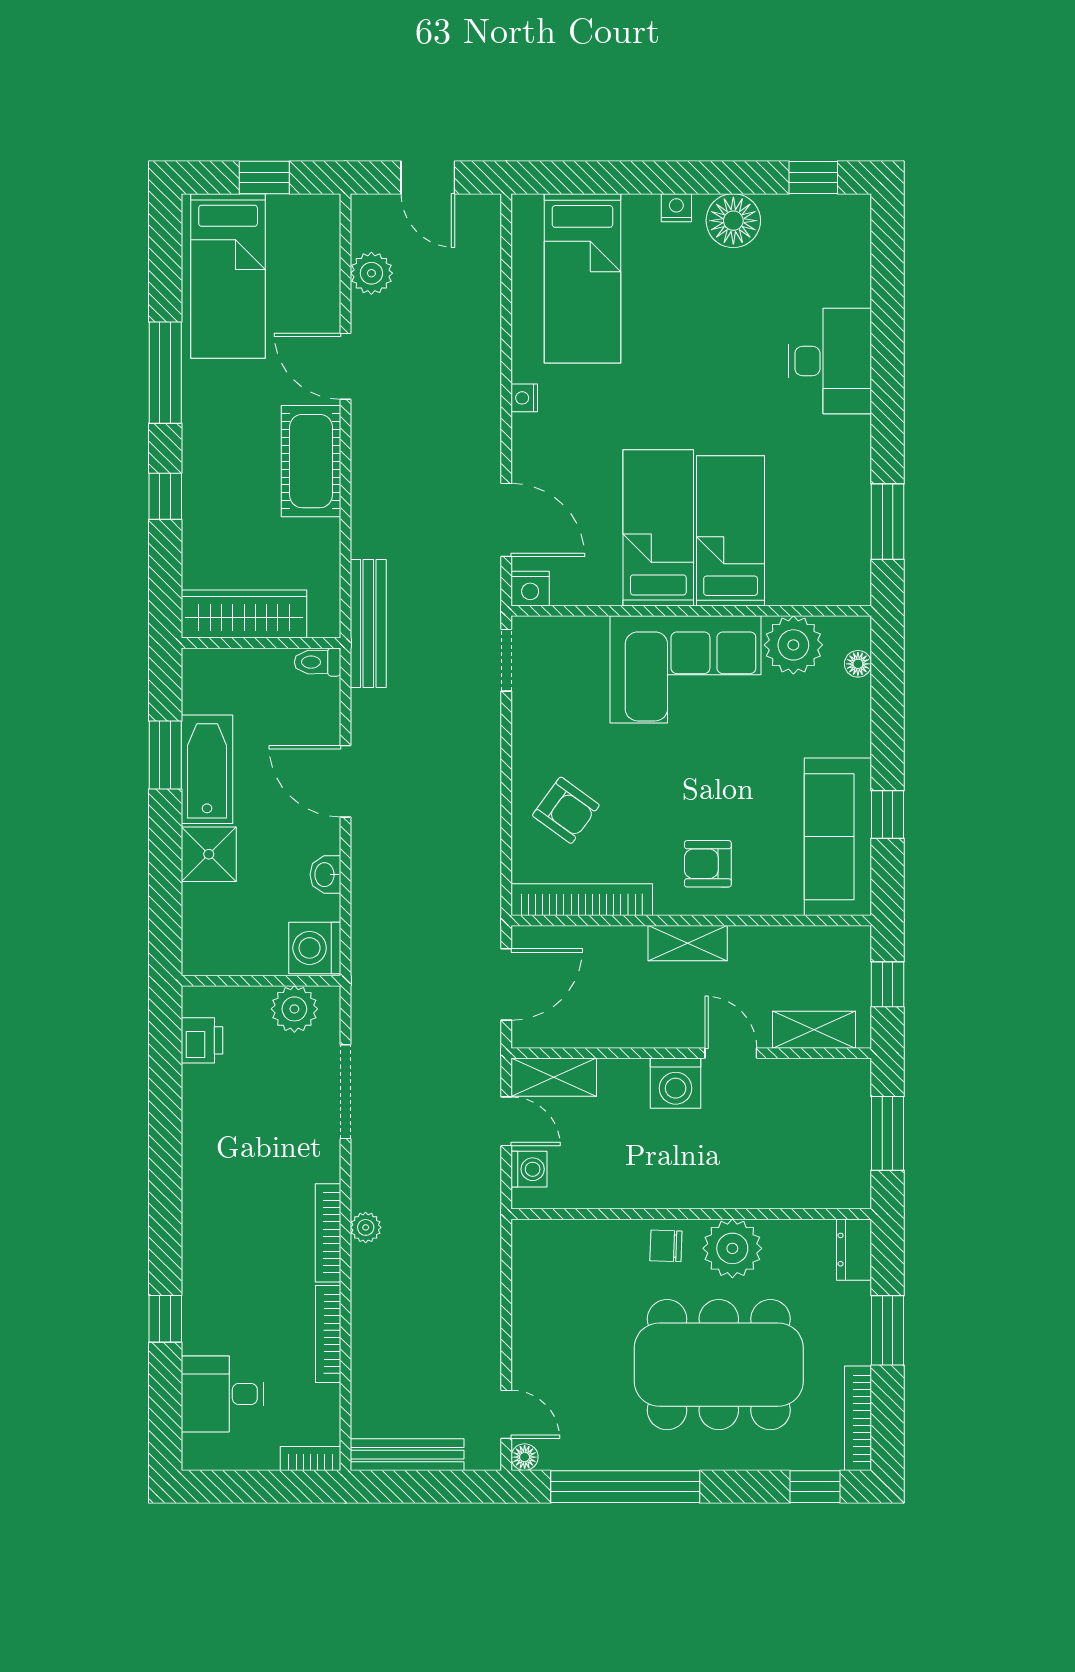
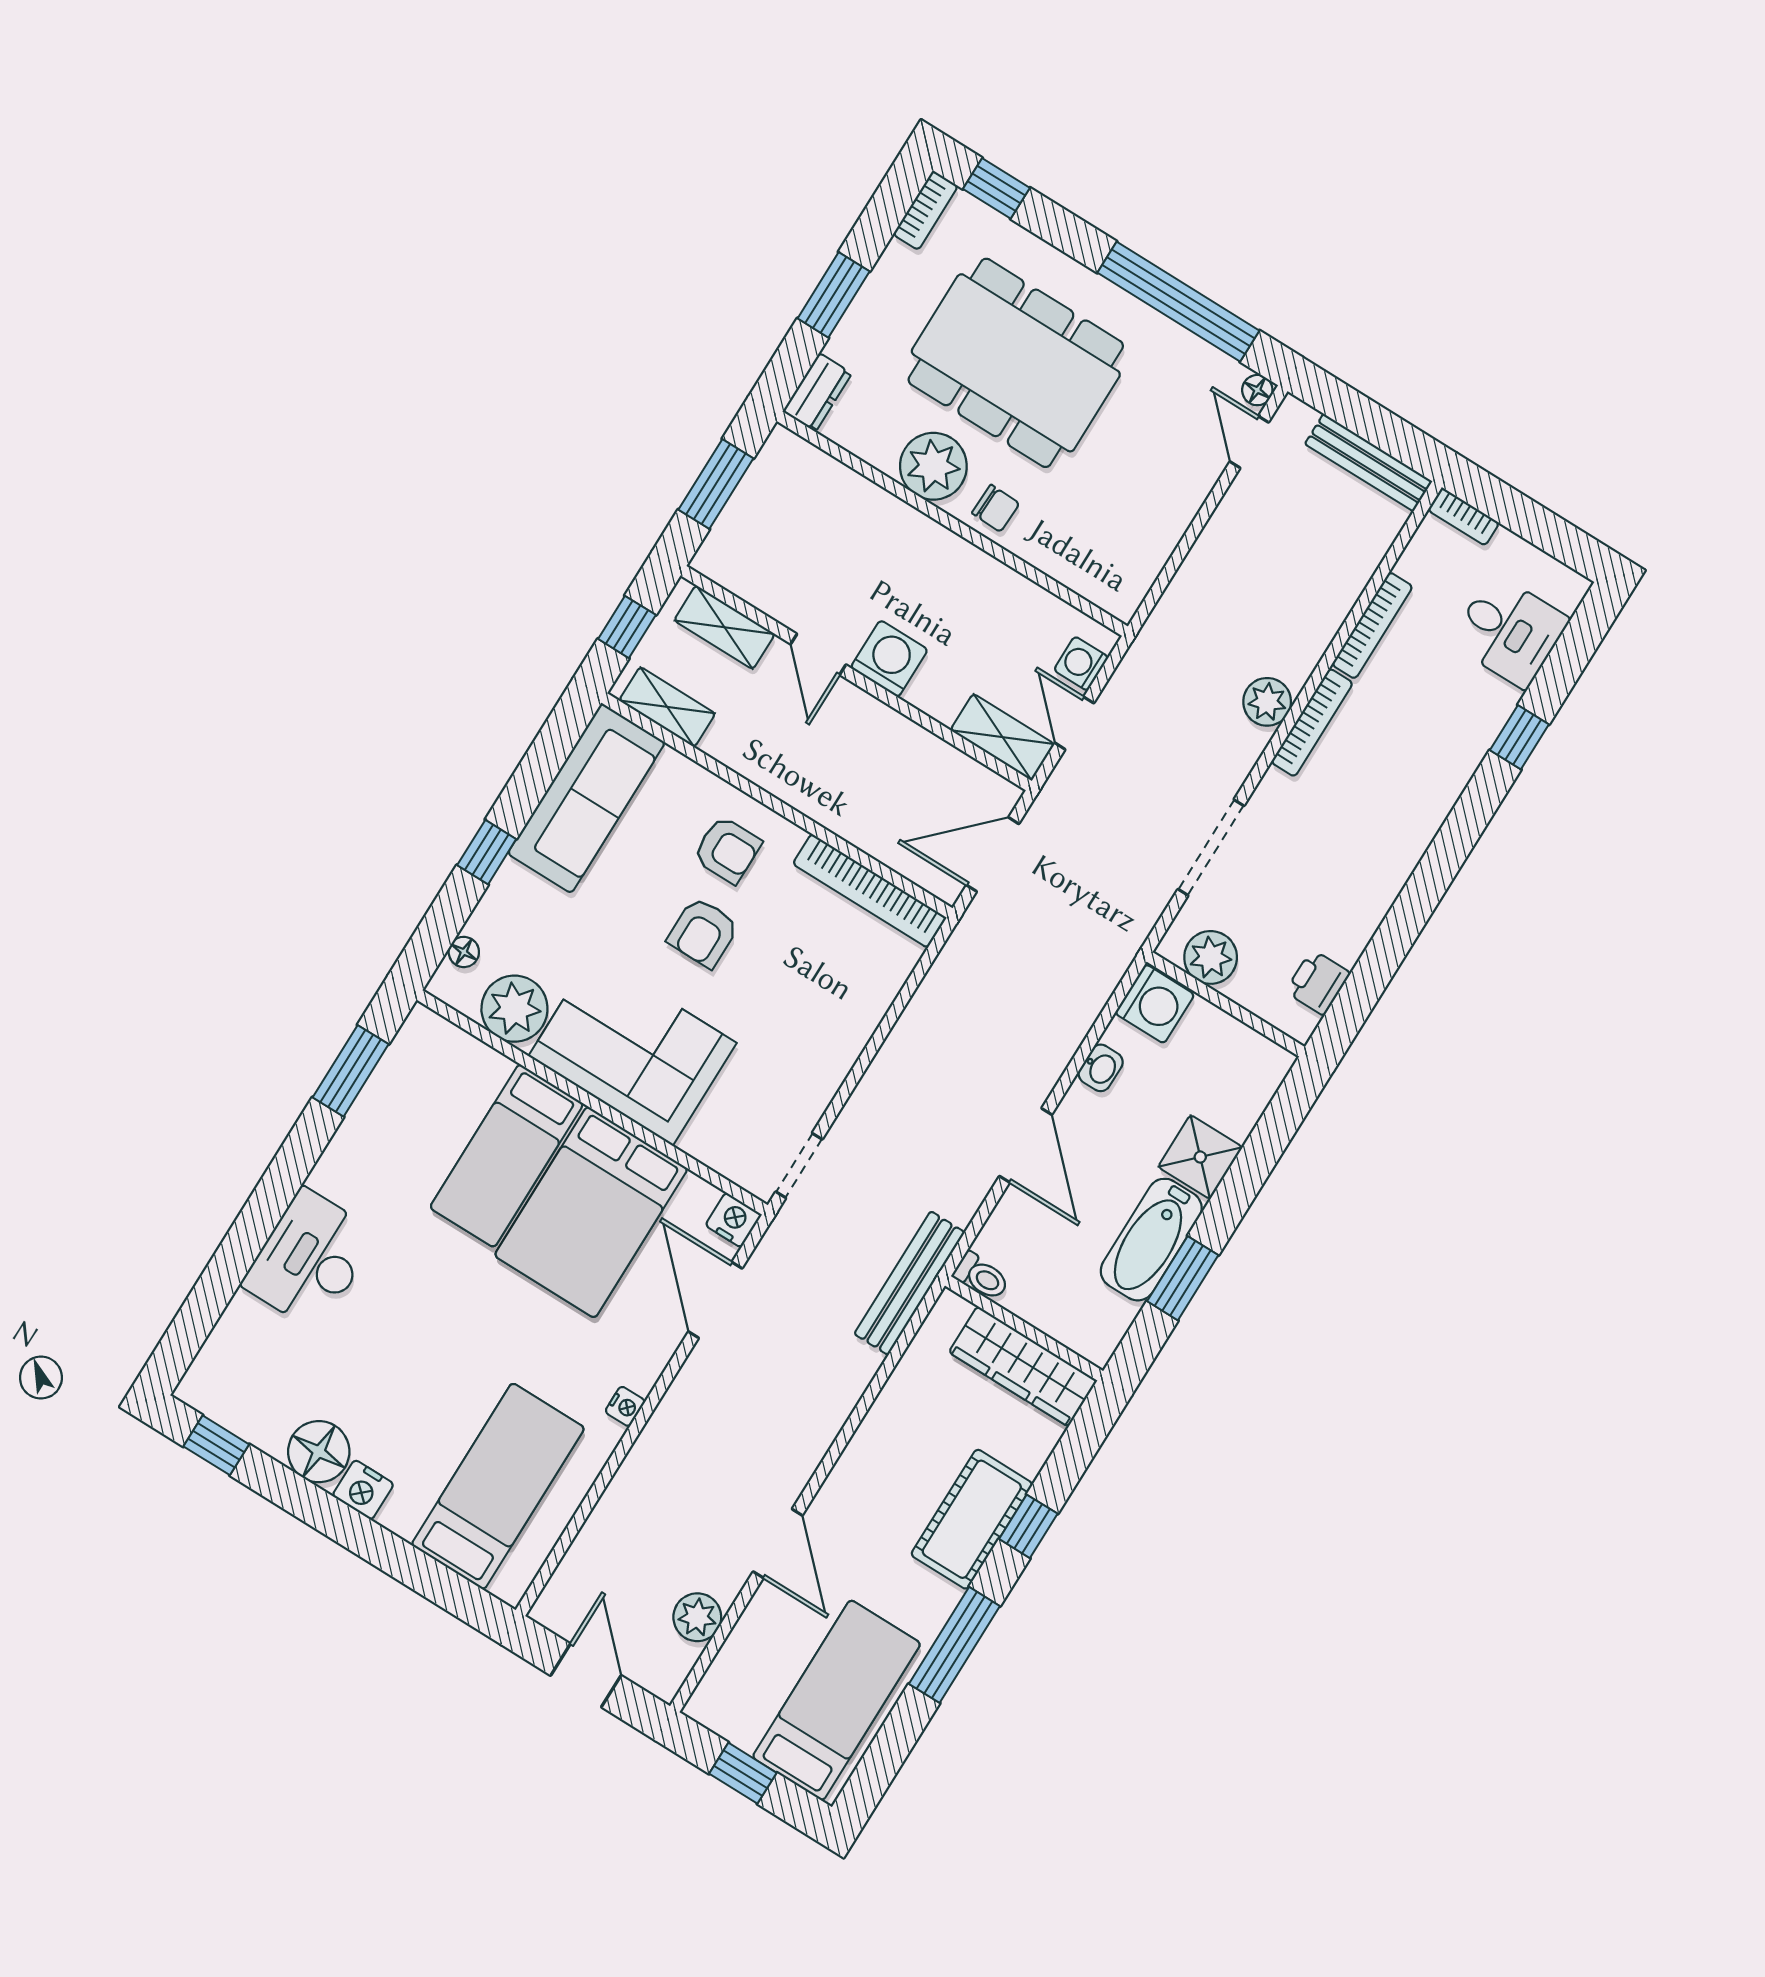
nightstand: (676, 208) -> (363, 1490), width x1.39, depth x1.35
cot: (311, 461) -> (972, 1519), moved
bed: (658, 528) -> (591, 1212), width x1.50
armchair: (566, 810) -> (703, 933), moved, turned -126
window: (887, 815) -> (487, 852), moved
shelving: (688, 943) -> (667, 707), moved
plant: (366, 1227) -> (1267, 702), width x1.38, depth x1.38
bookcase: (858, 1418) -> (926, 210), width x0.64

